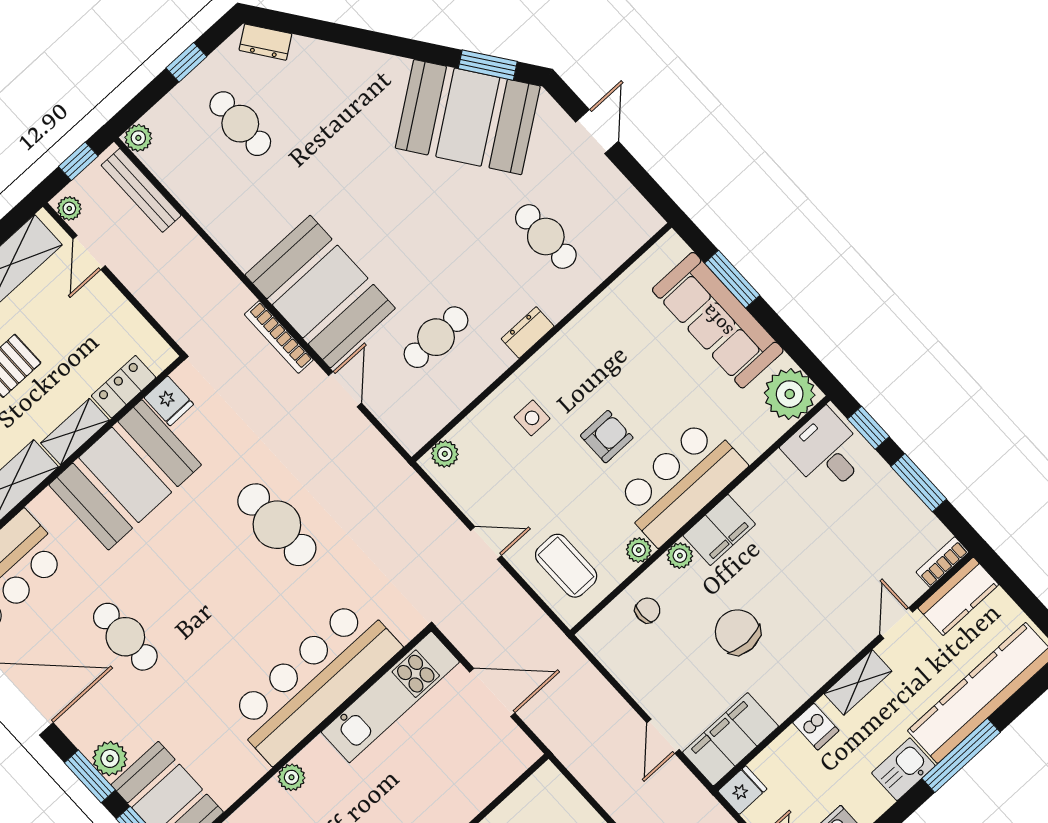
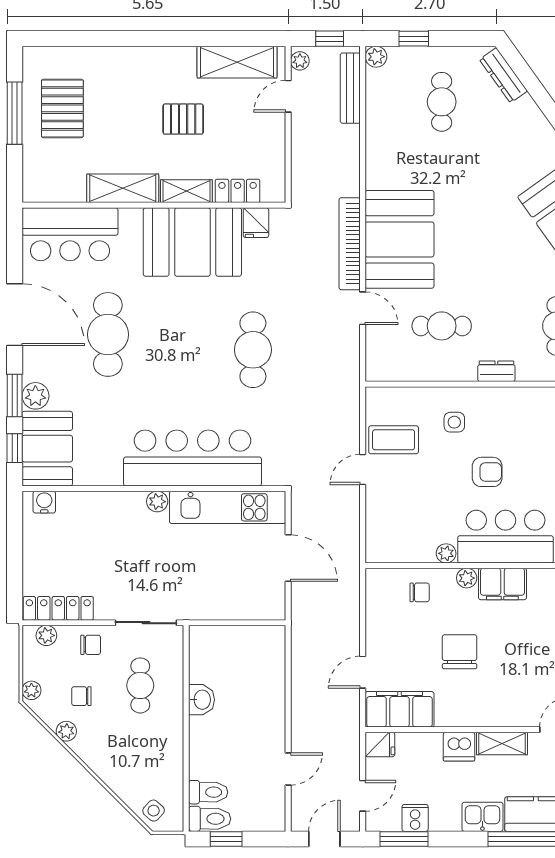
dresser: (265, 42) -> (503, 75), width x1.44
window: (186, 62) -> (414, 39), moved
bookcase: (279, 337) -> (350, 244), width x1.48, depth x1.31
door: (345, 389) -> (363, 308), hinge flipped
plant: (445, 454) -> (386, 397), removed
door: (486, 543) -> (363, 470), swing flipped
coffee table: (566, 566) -> (394, 440), moved, turned 90
cafe table: (125, 637) -> (108, 334), width x1.37, depth x1.35
dishwasher: (816, 727) -> (459, 747), width x1.38
plant: (292, 777) -> (157, 502), moved

